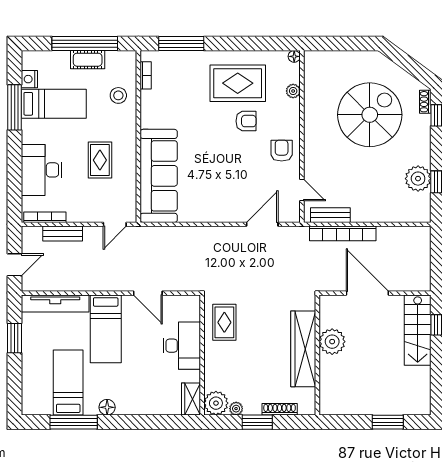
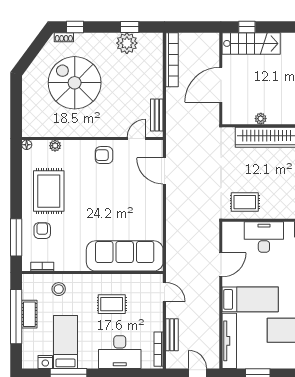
armchair: (246, 121) -> (42, 231), moved
bookcase: (343, 233) -> (172, 60), moved
plant: (332, 342) -> (261, 119), width x0.53, depth x0.53

